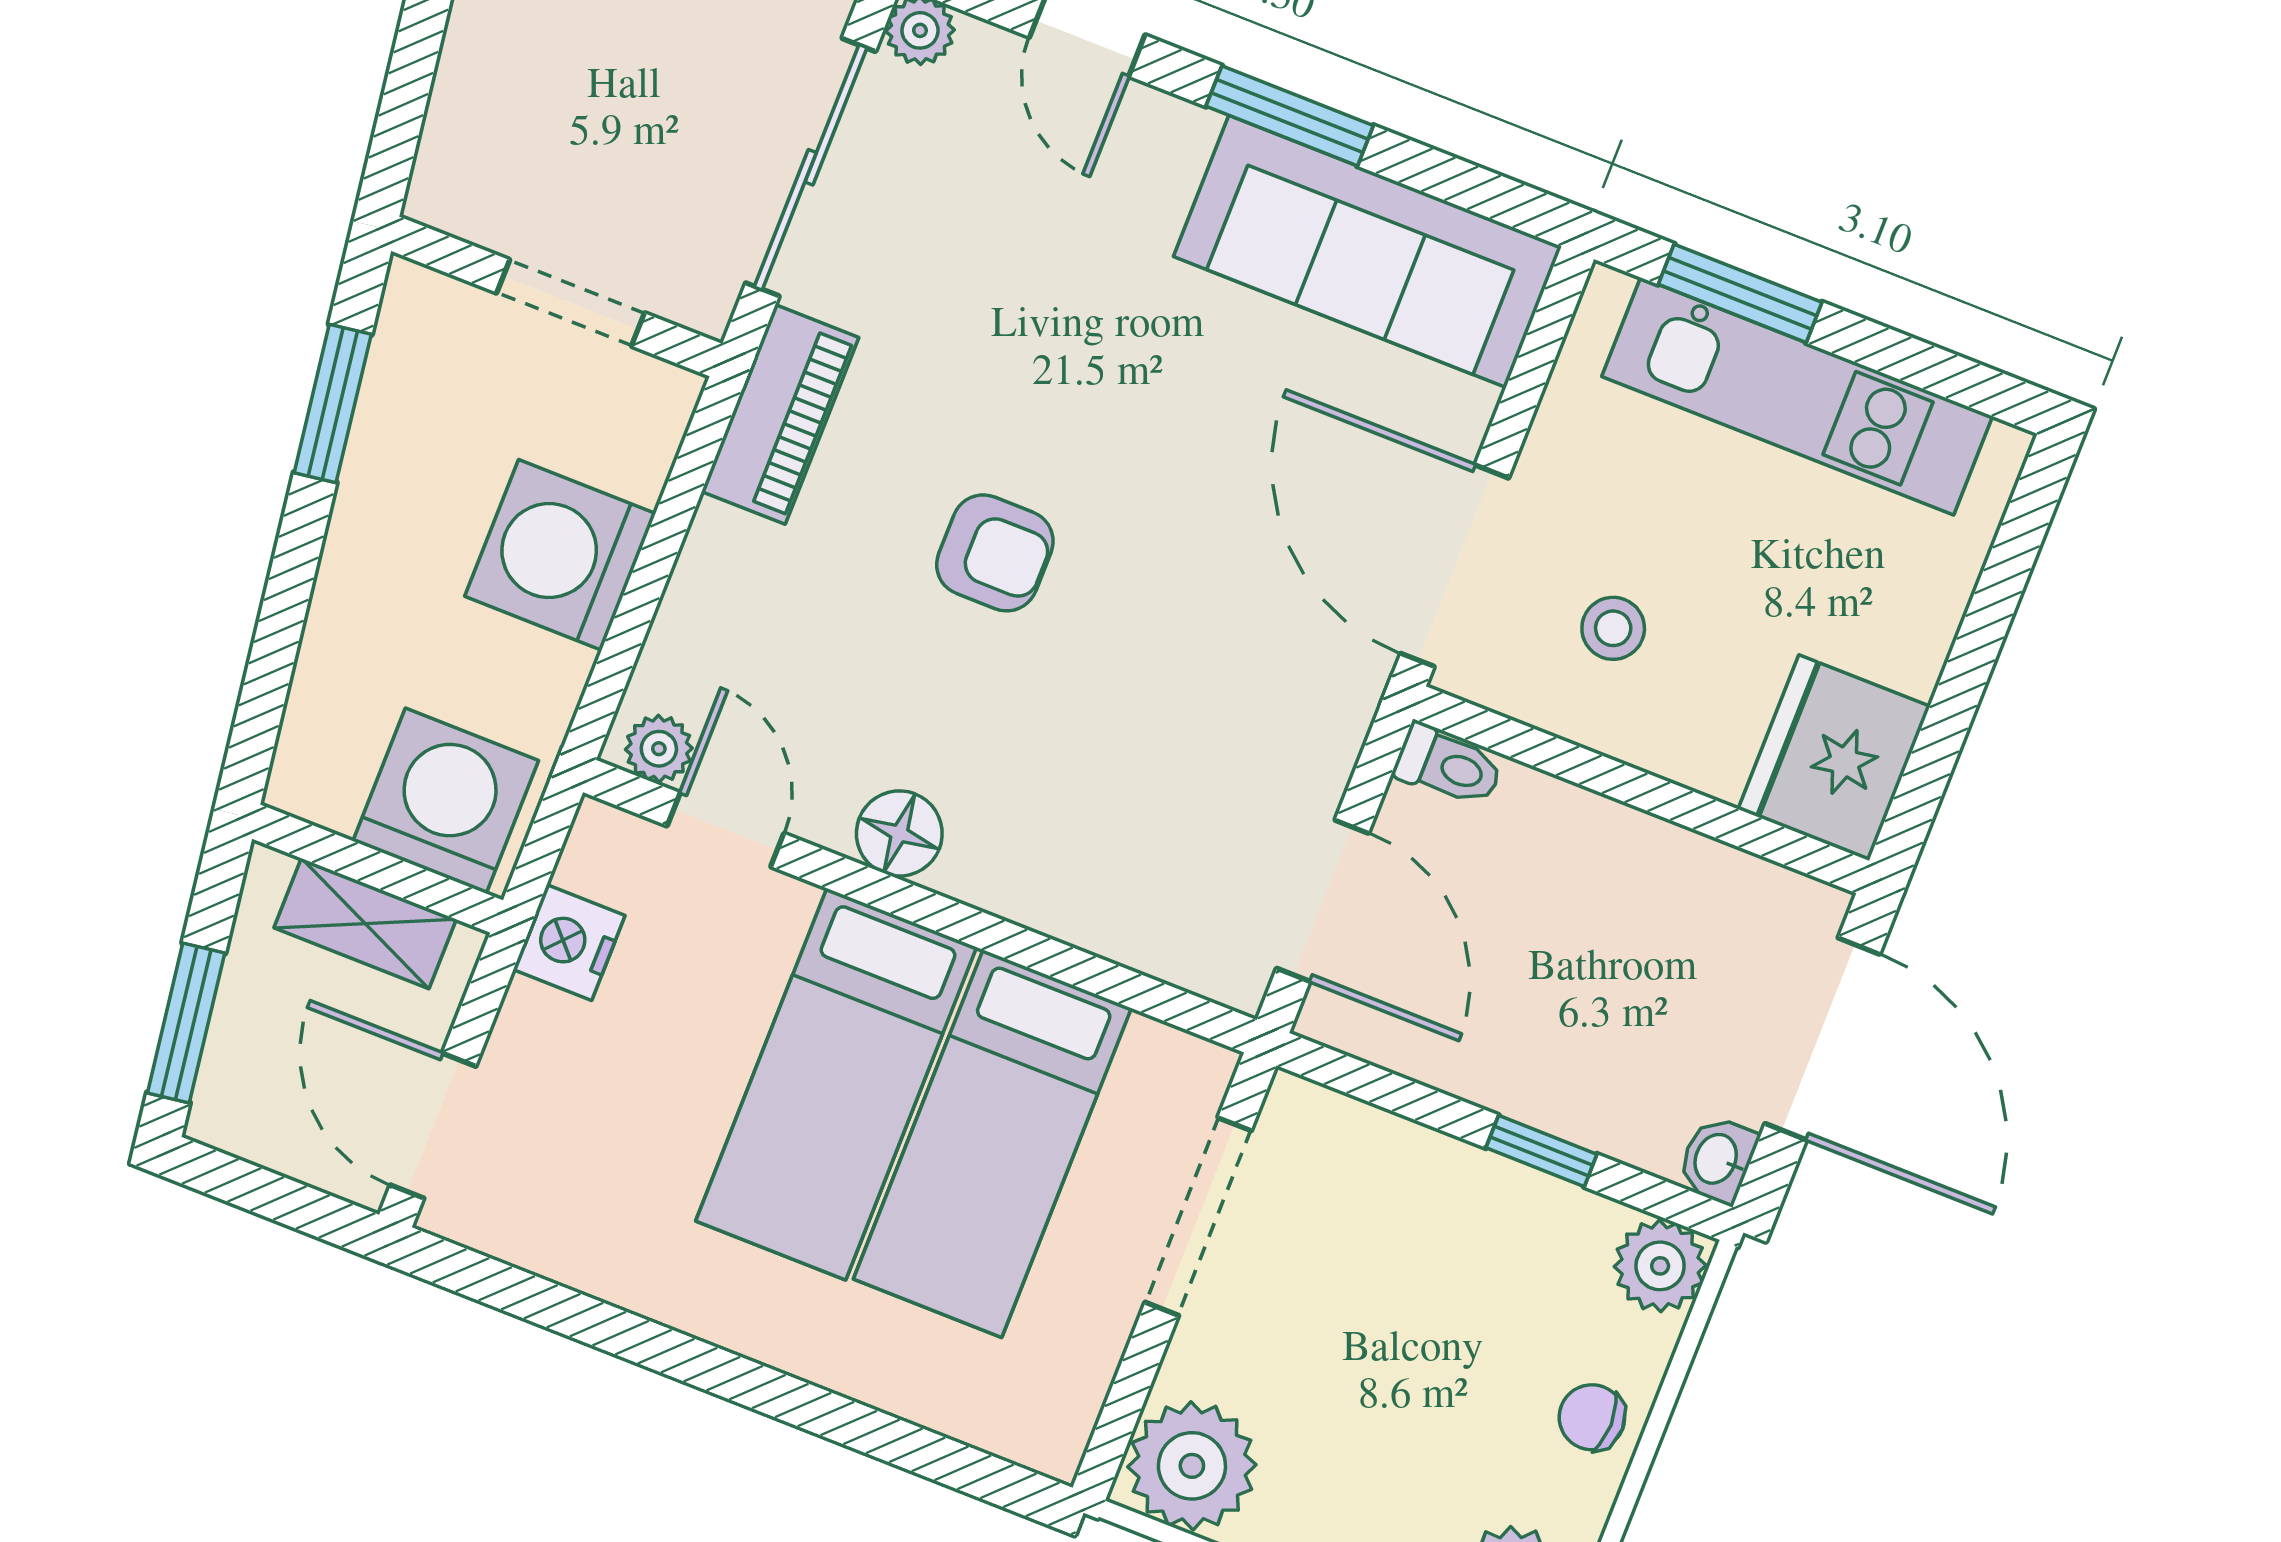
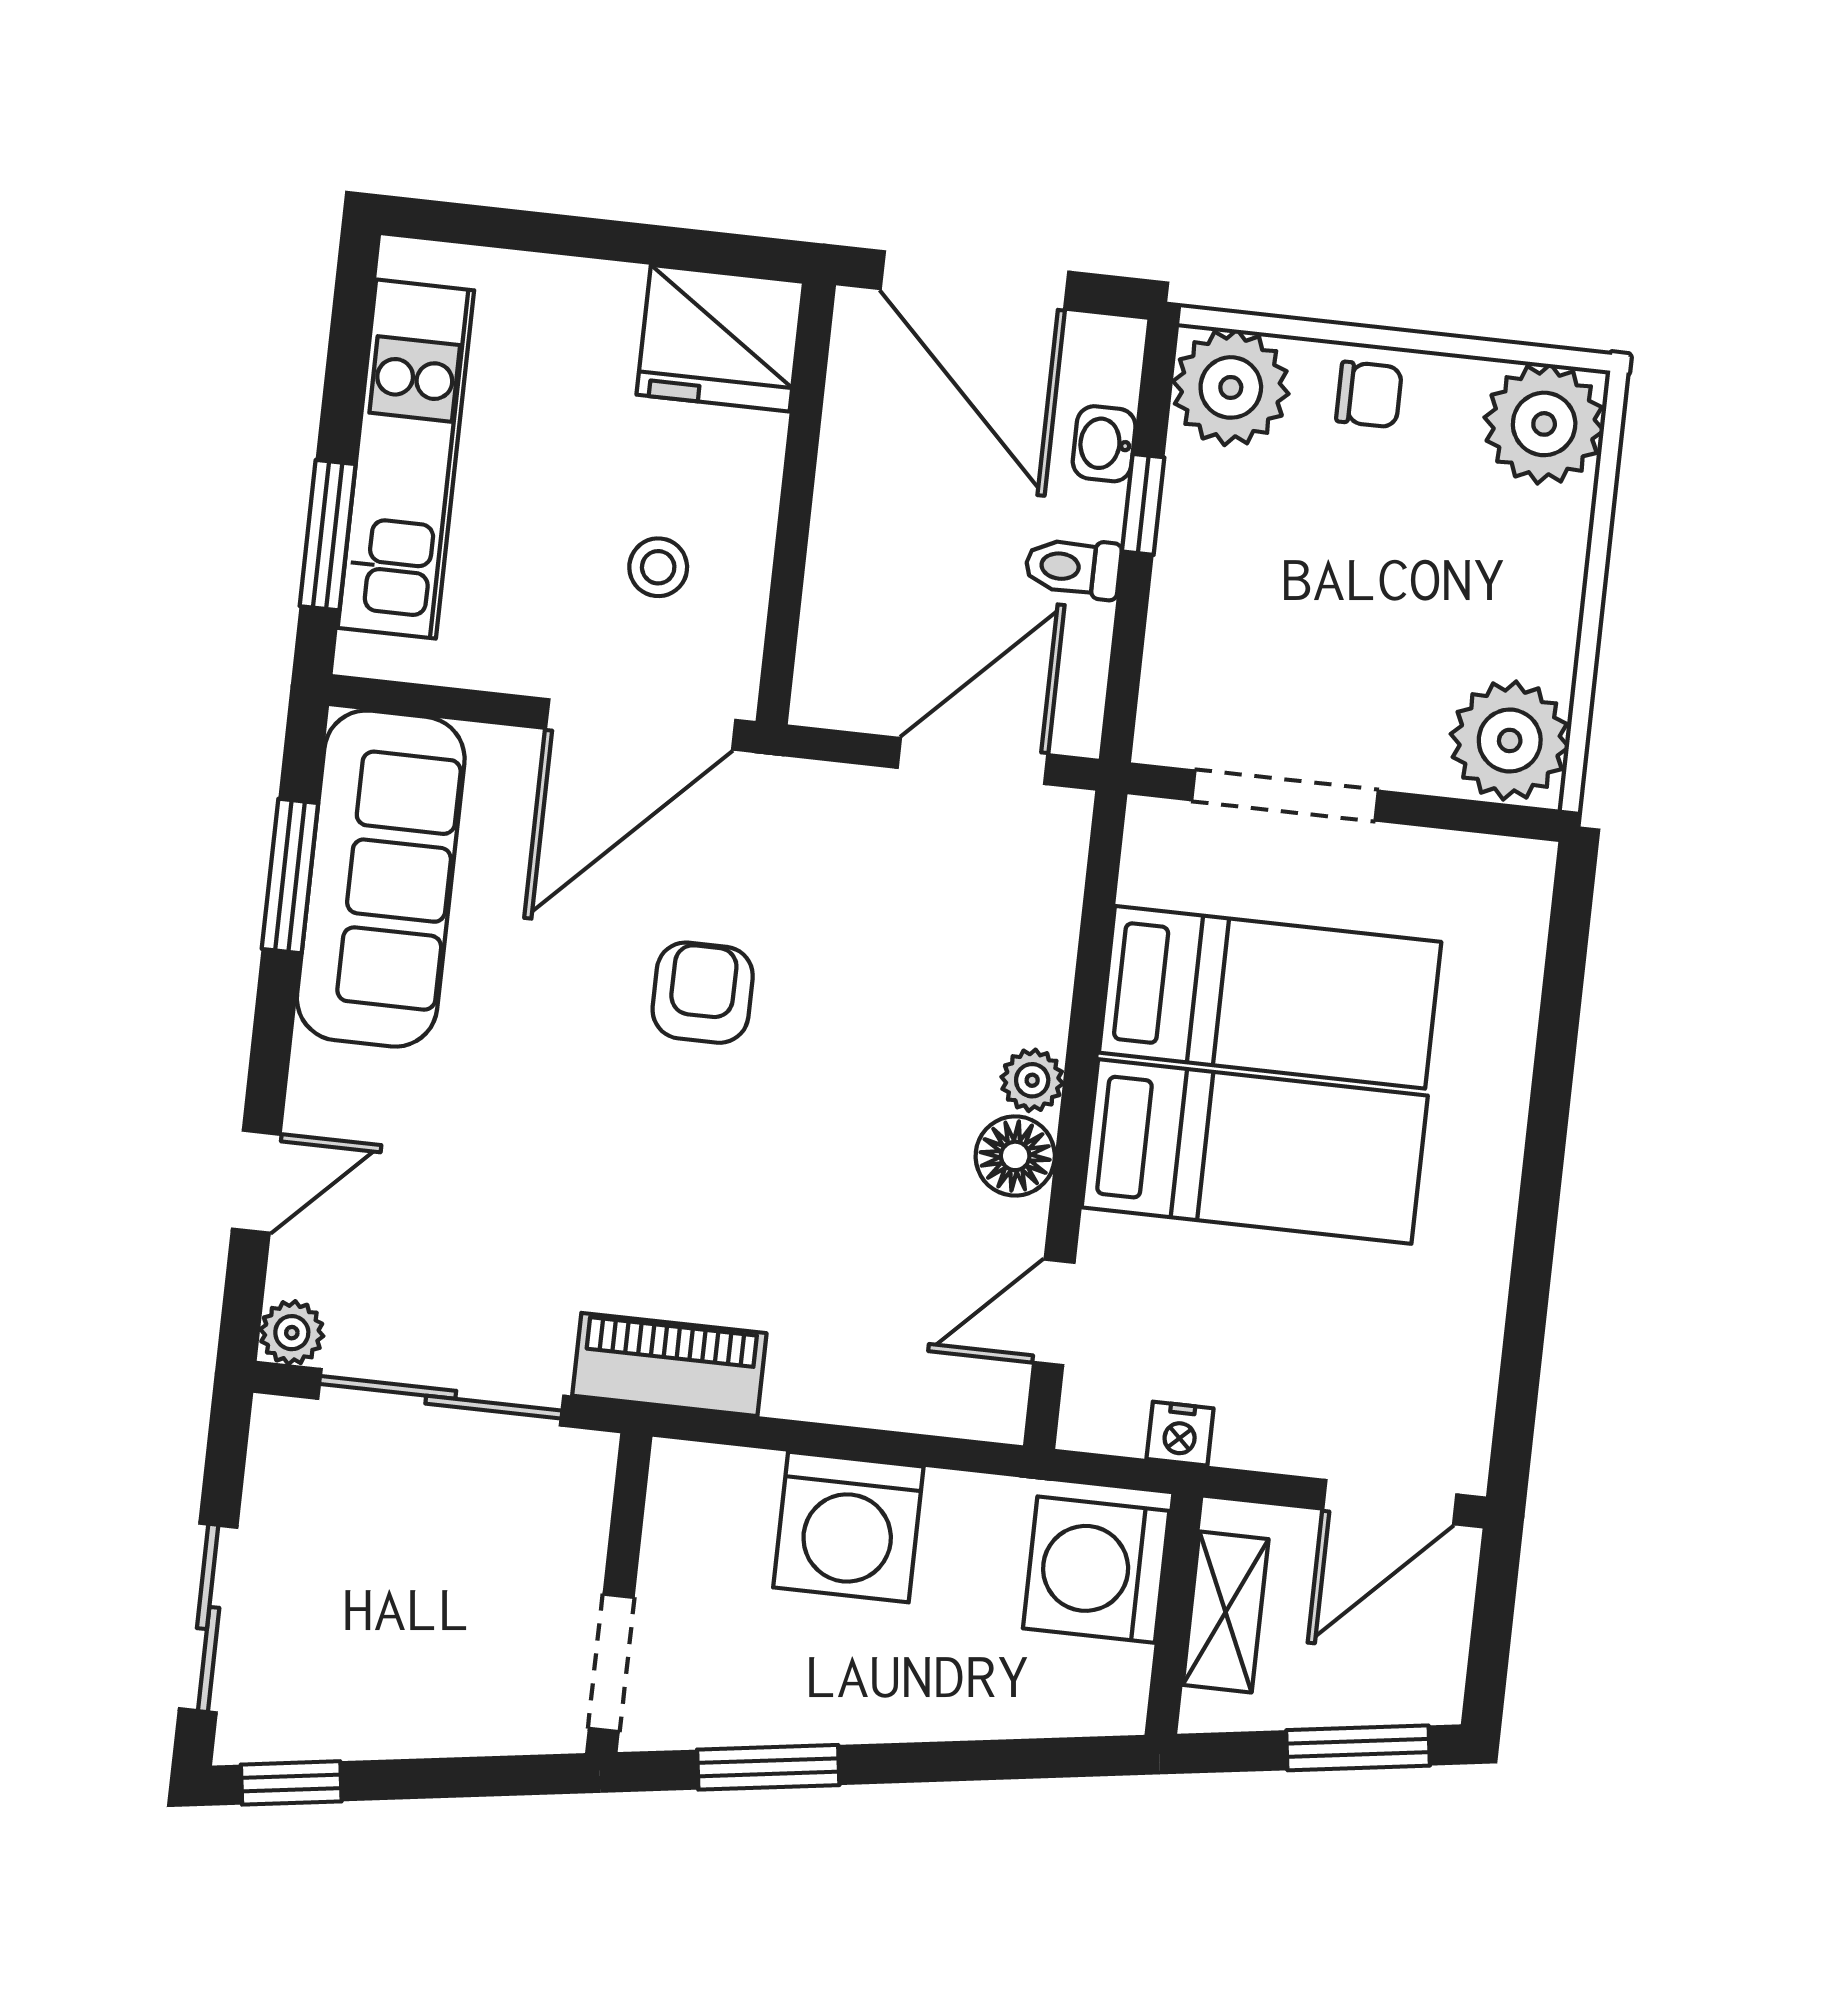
window: (1290, 116) -> (290, 876), moved
doorway: (571, 303) -> (611, 1663), moved
armchair: (995, 553) -> (703, 993), moved
plant: (659, 749) -> (1032, 1080), moved
toilet: (1448, 766) -> (1073, 568), moved, turned -90
nightstand: (569, 943) -> (1180, 1434), width x0.72, depth x0.74
door: (1822, 1039) -> (975, 280), swing flipped
washbasin: (1717, 1160) -> (1104, 444), moved, turned 90
plant: (1660, 1266) -> (1231, 387), width x1.36, depth x1.36
chair: (1592, 1417) -> (1369, 395), turned -90

